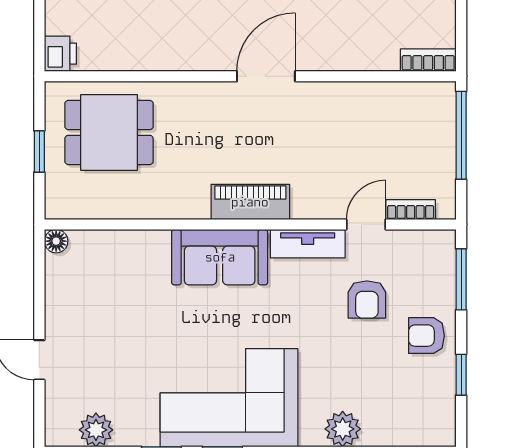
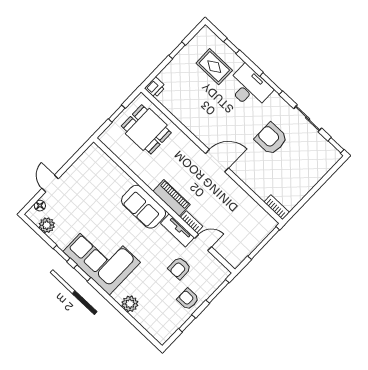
bookcase: (411, 210) -> (191, 222), moved
floor lamp: (56, 241) -> (40, 206), moved

